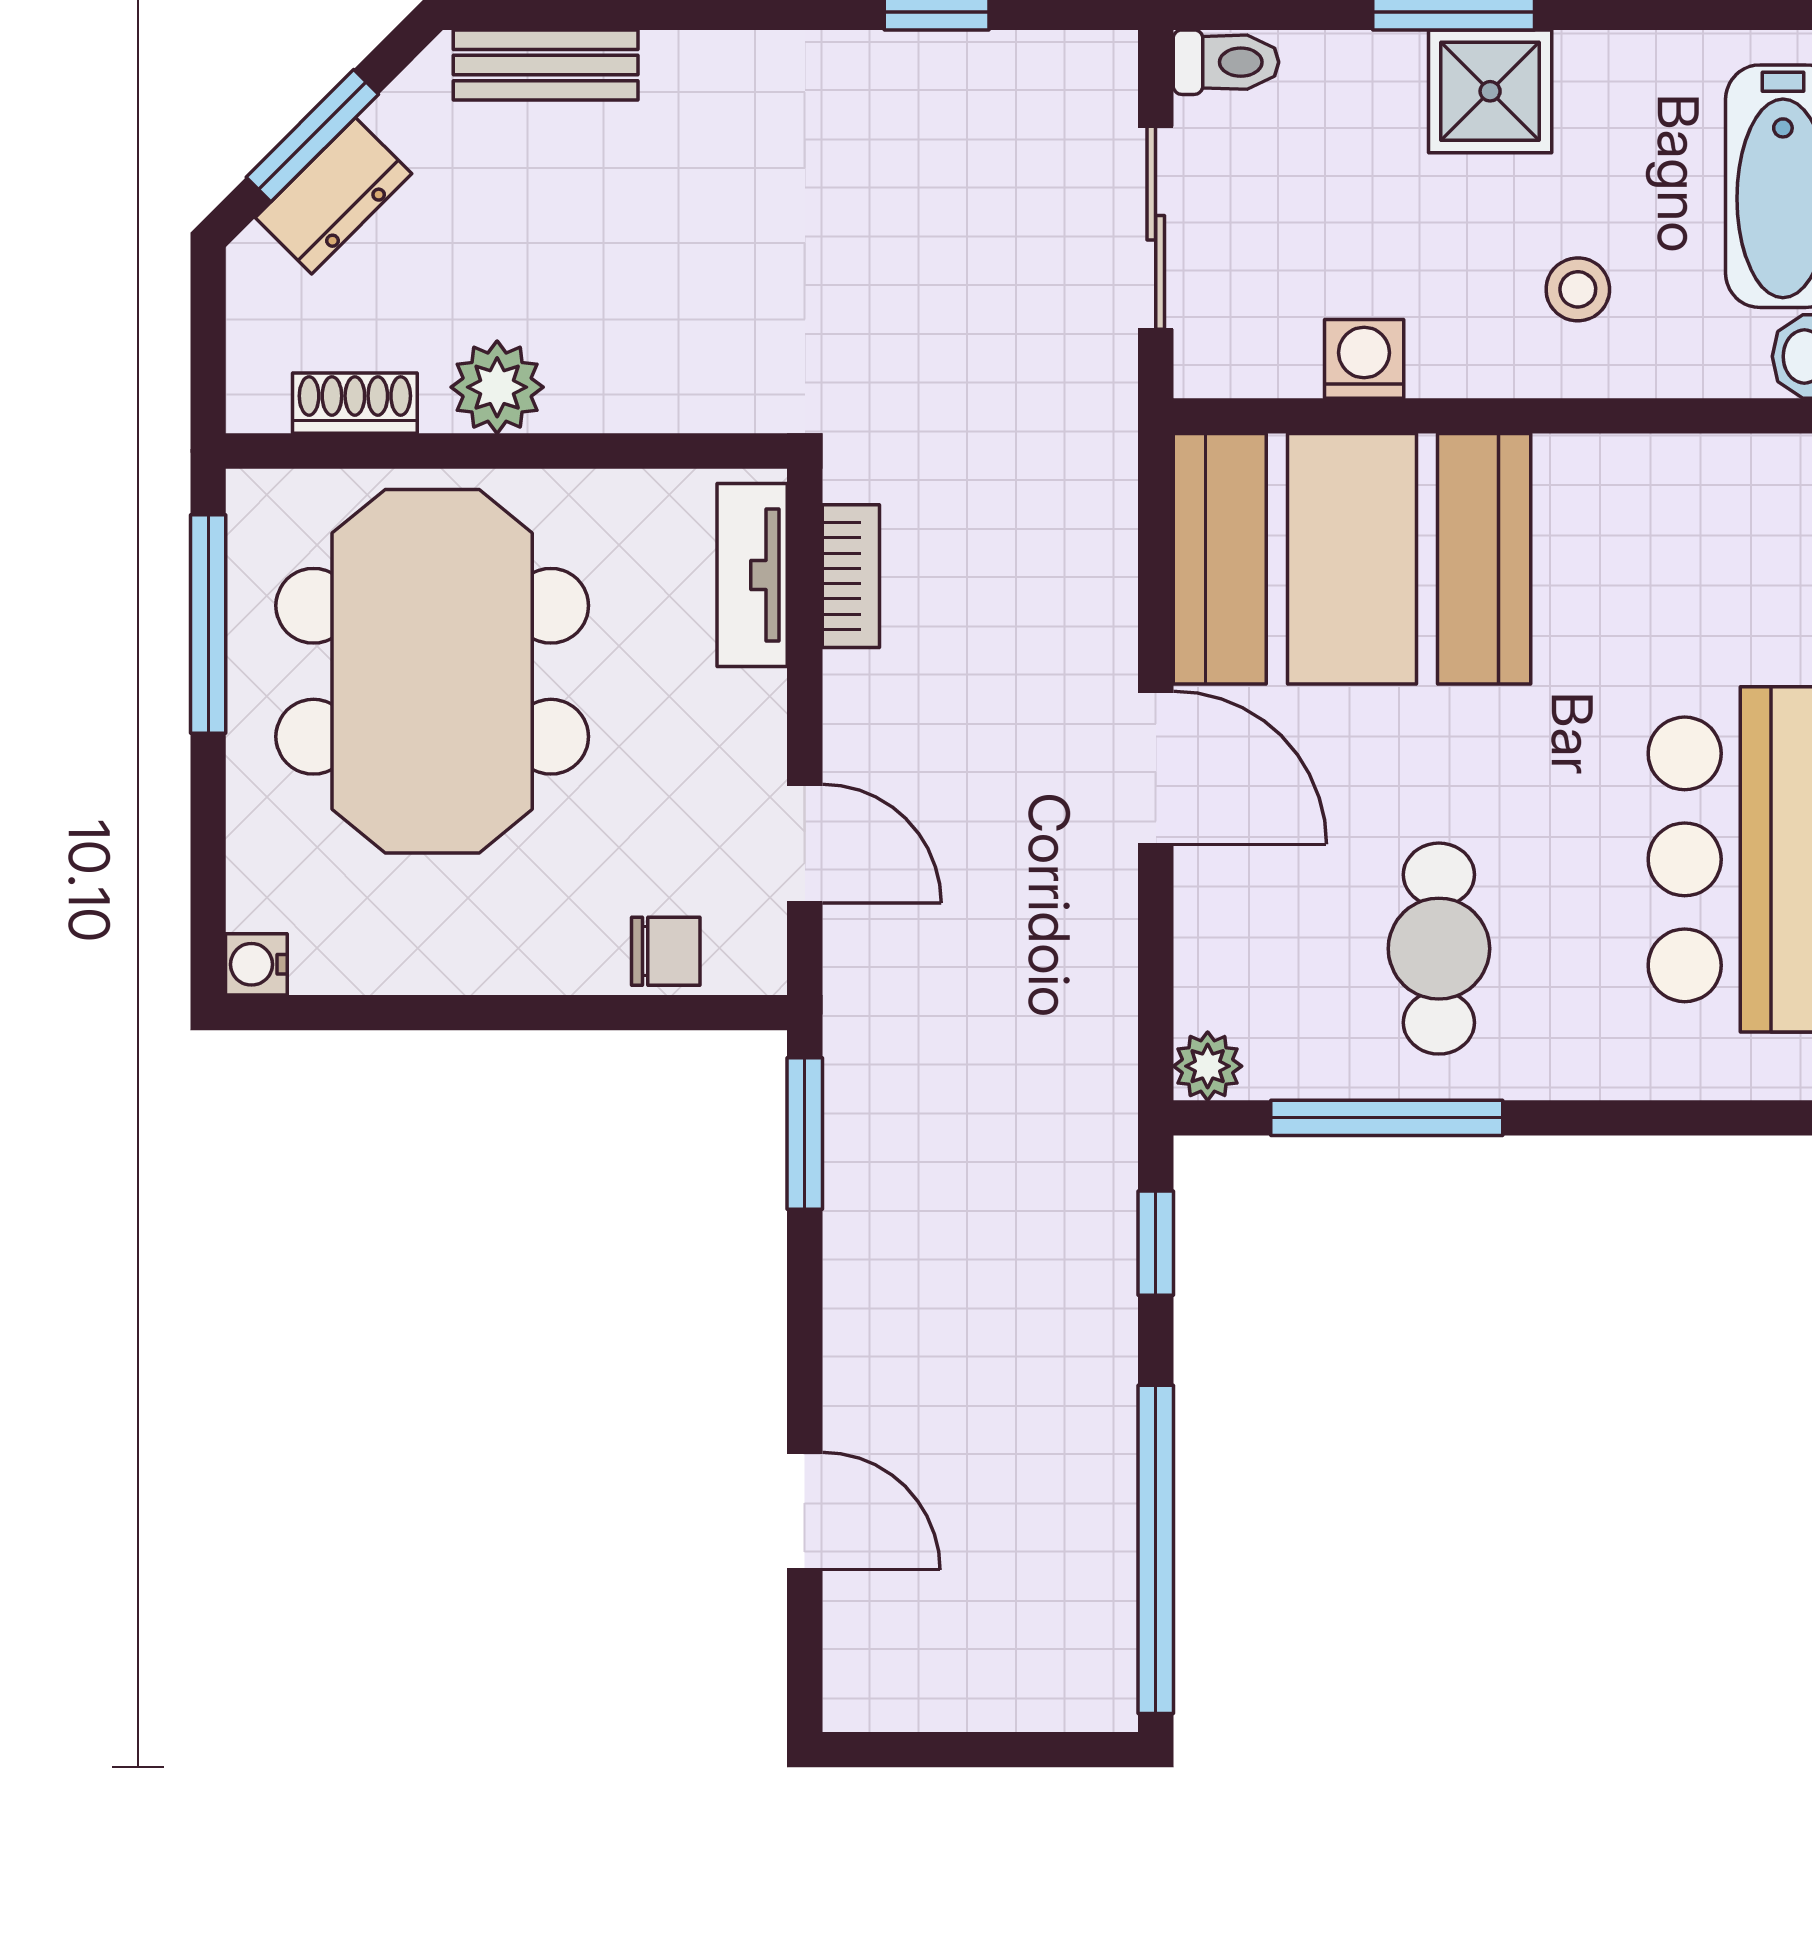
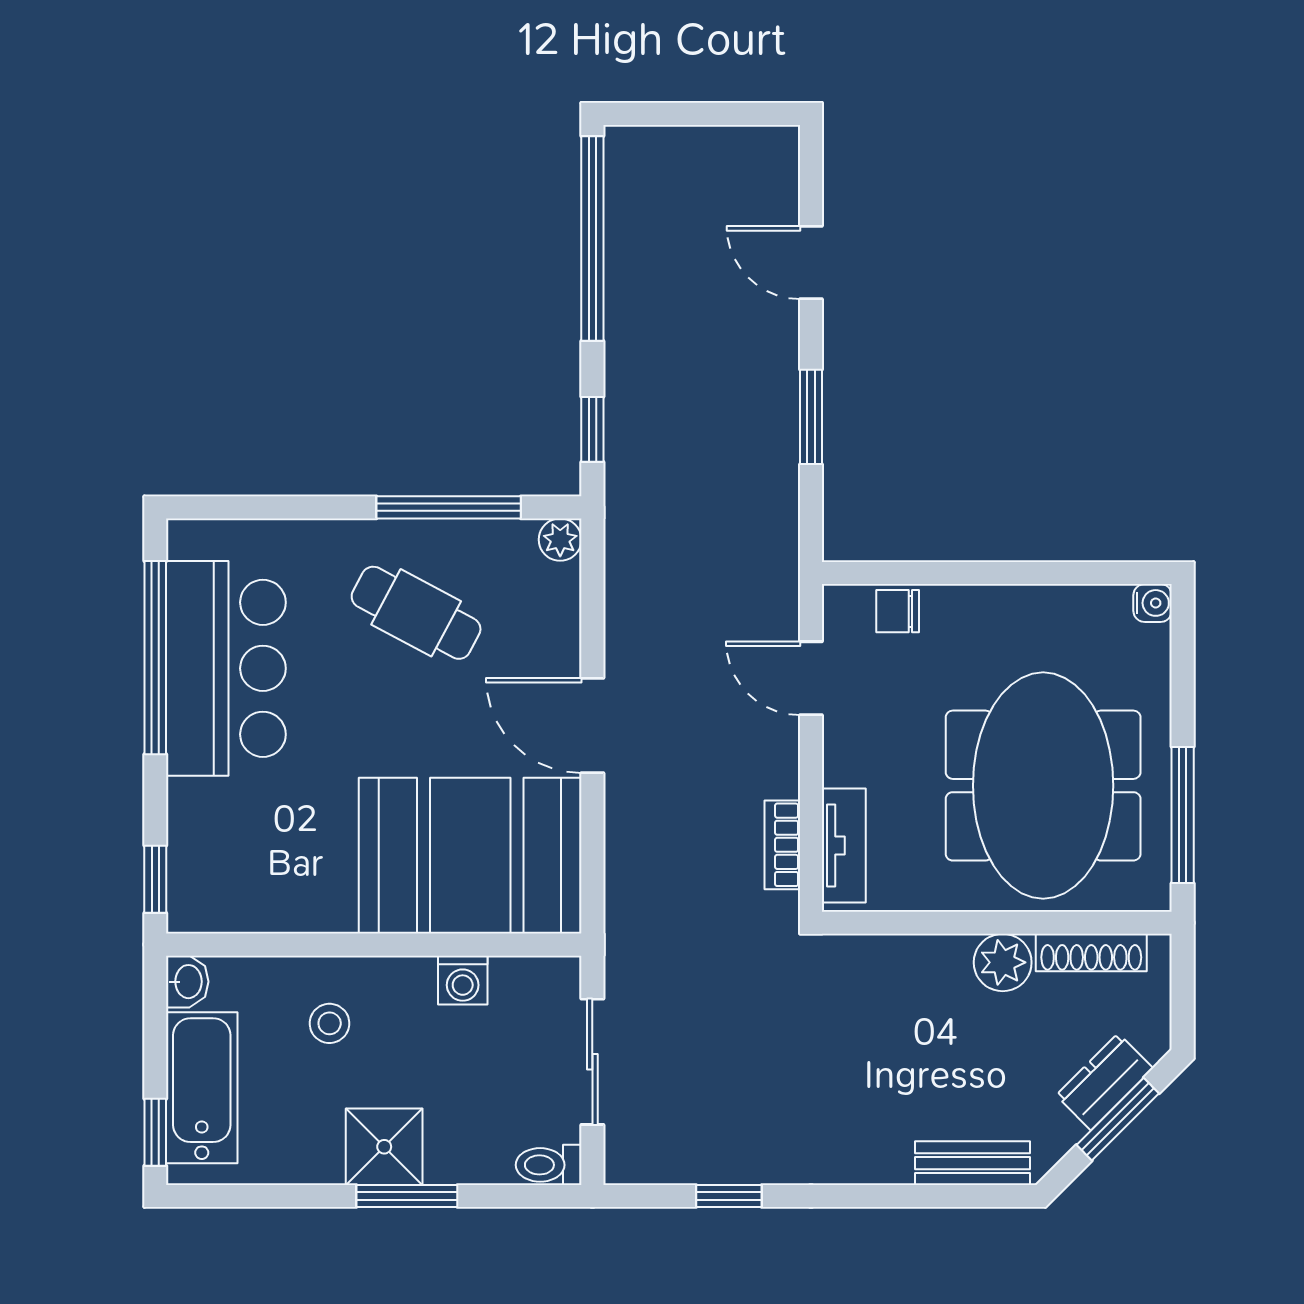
shoe rack: (355, 403) -> (1091, 952), width x1.43
cafe table: (1439, 949) -> (416, 613), turned -62
window: (805, 1133) -> (811, 417), moved

